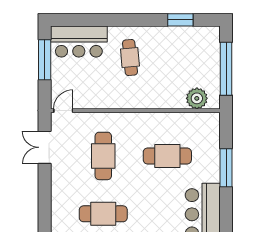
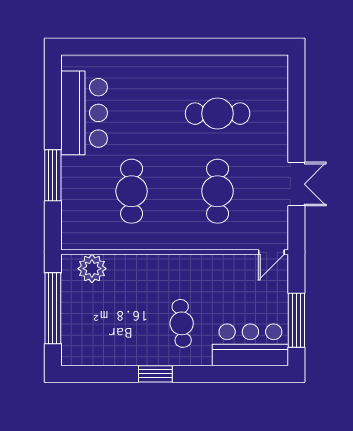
window: (180, 20) -> (155, 374), moved
double door: (45, 147) -> (296, 184), moved
cafe table: (167, 156) -> (132, 191), turned 90

